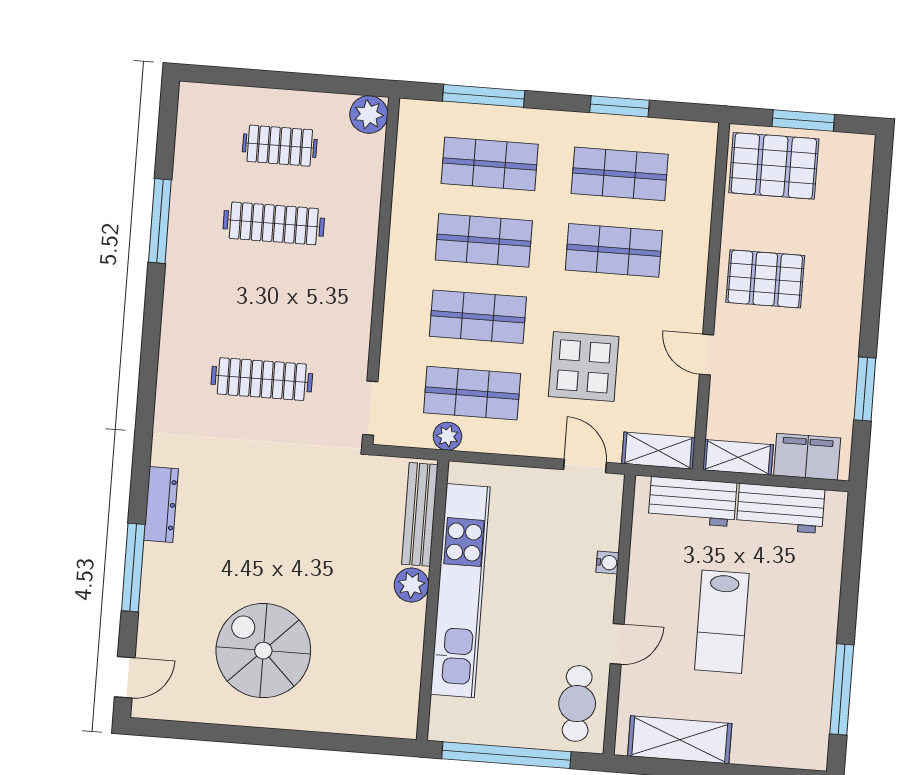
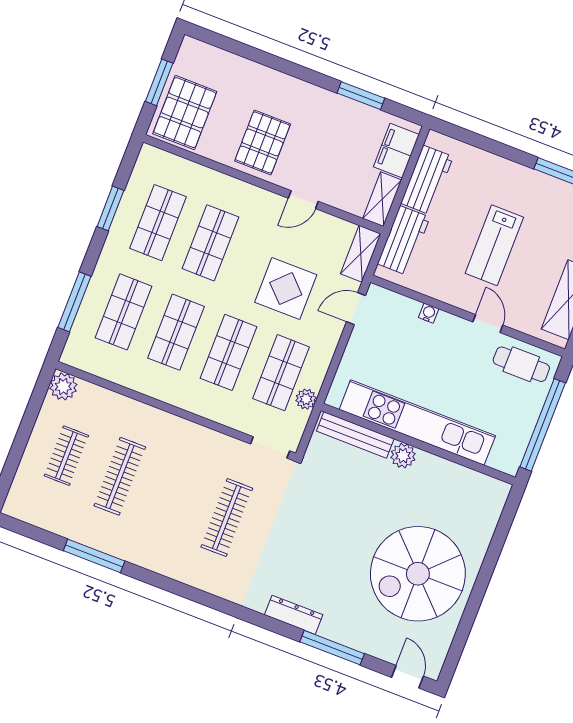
lab bench: (722, 622) -> (494, 245), turned 90
spiral stairs: (263, 651) -> (418, 574), width x1.37, depth x1.37

